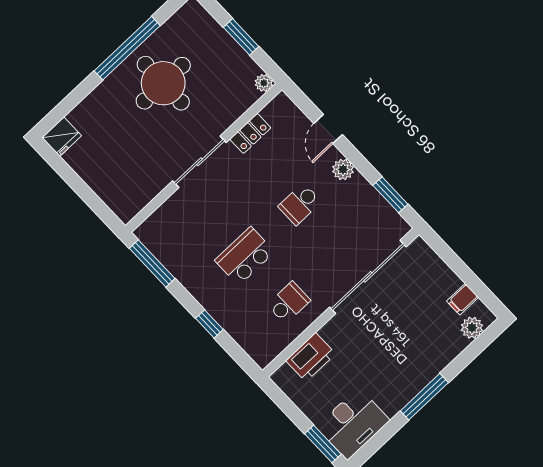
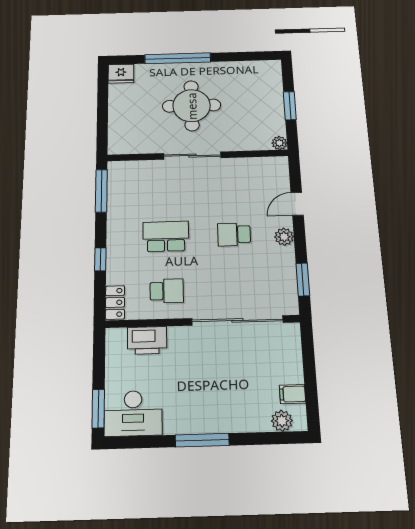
window: (127, 48) -> (178, 58), moved
round table: (163, 83) -> (192, 106), moved
locker: (250, 133) -> (115, 302), moved, turned -90

